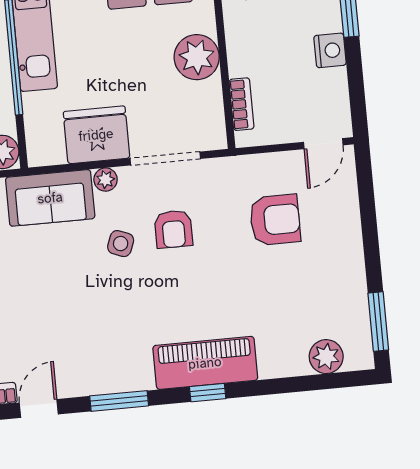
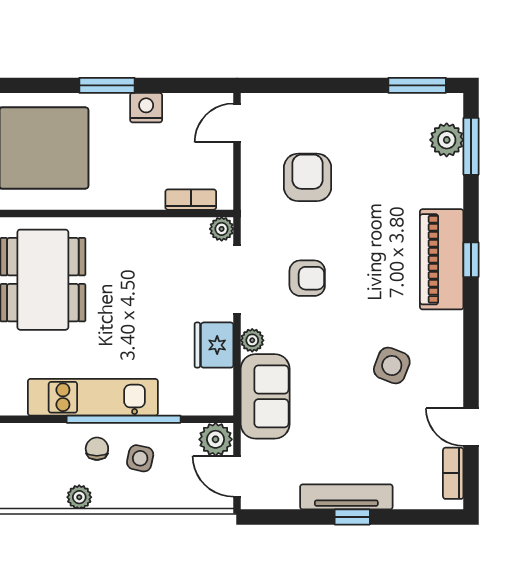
plant: (197, 57) -> (222, 229), moved, width x0.53, depth x0.53
fridge: (96, 135) -> (214, 345), width x0.73, depth x0.75
door: (323, 144) -> (237, 123), swing flipped
side table: (121, 244) -> (392, 365), moved, width x1.37, depth x1.37
window: (119, 401) -> (471, 146), moved

